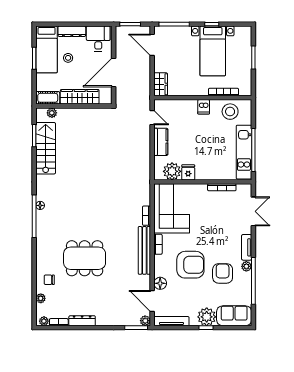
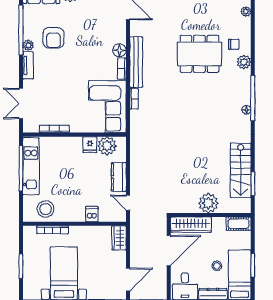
door: (152, 45) -> (128, 280), hinge flipped
wardrobe: (80, 97) -> (191, 225), moved
dishwasher: (204, 107) -> (92, 214), moved
plant: (52, 113) -> (208, 203), moved, width x1.88, depth x1.88
plant: (43, 251) -> (244, 62), added
armchair: (190, 265) -> (87, 47), removed
chair: (49, 280) -> (234, 44), moved
floor lamp: (160, 283) -> (120, 50), moved

